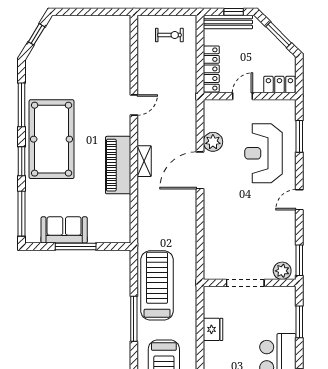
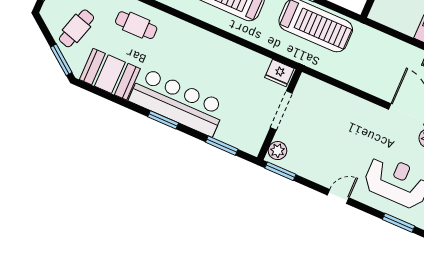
door: (299, 200) -> (338, 196), hinge flipped
fridge: (213, 329) -> (279, 73), moved

